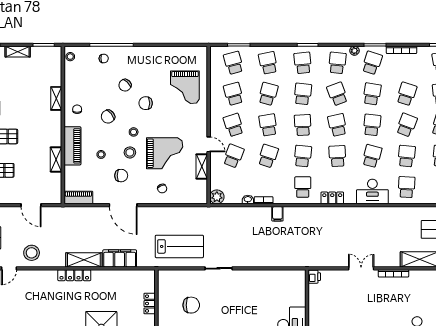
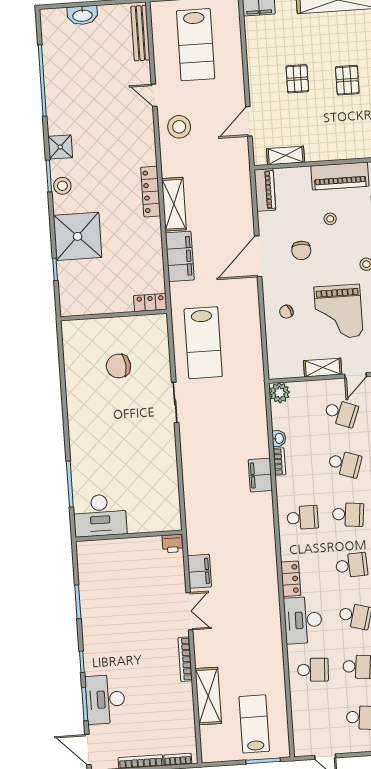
stool: (130, 152) -> (336, 261), removed
shelving: (56, 159) -> (286, 155), moved
locker: (332, 198) -> (291, 579), moved
filing cabinet: (277, 214) -> (260, 475), width x2.00
filing cabinet: (334, 260) -> (199, 571), added
locker: (150, 304) -> (150, 303), moved
chair: (191, 305) -> (118, 366), turned 85

